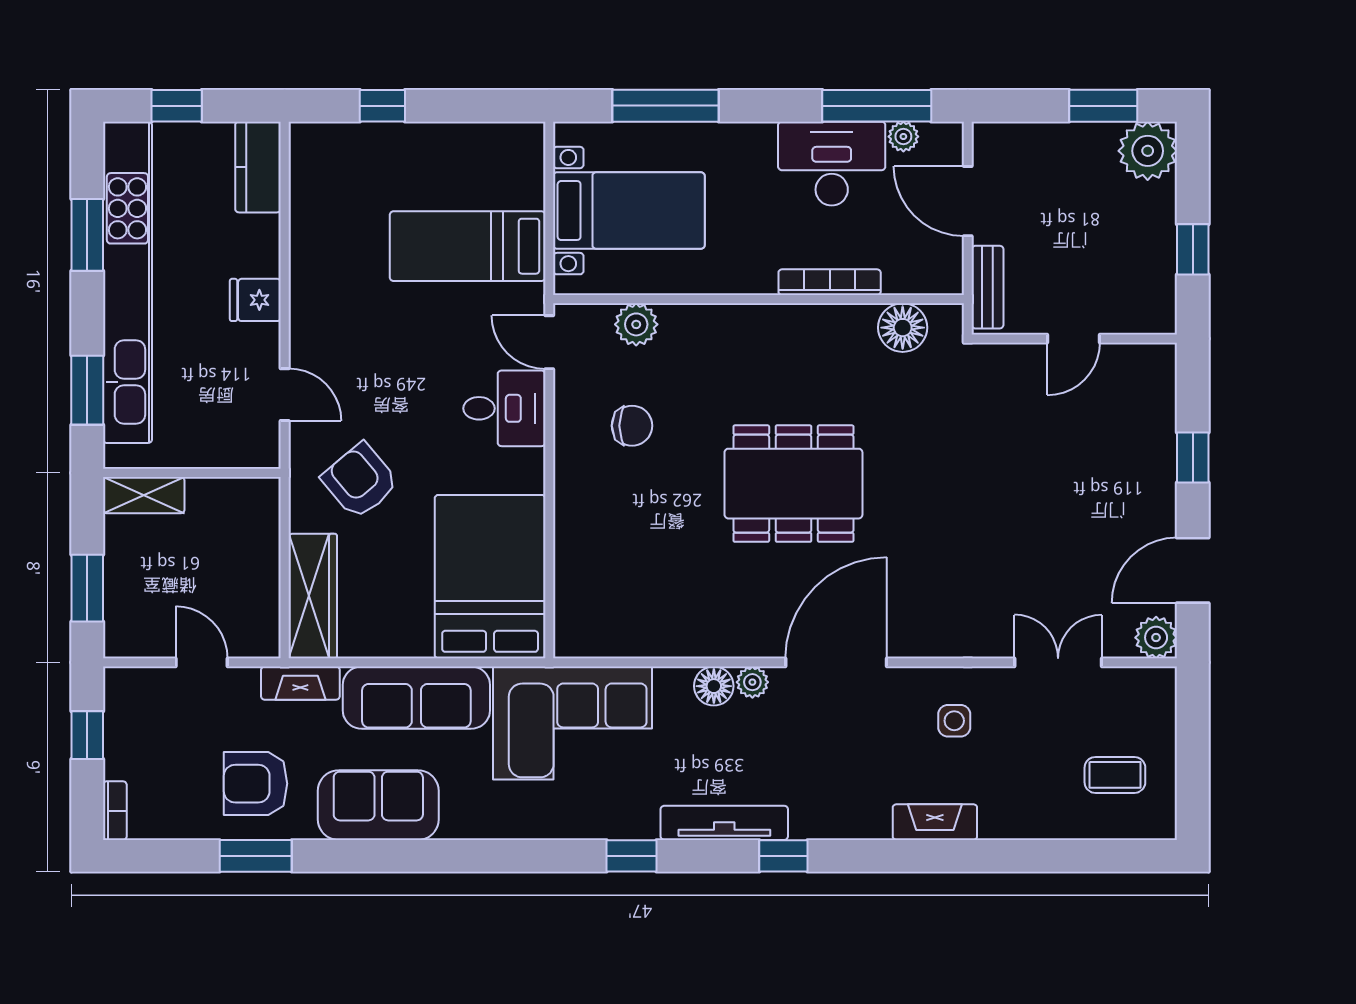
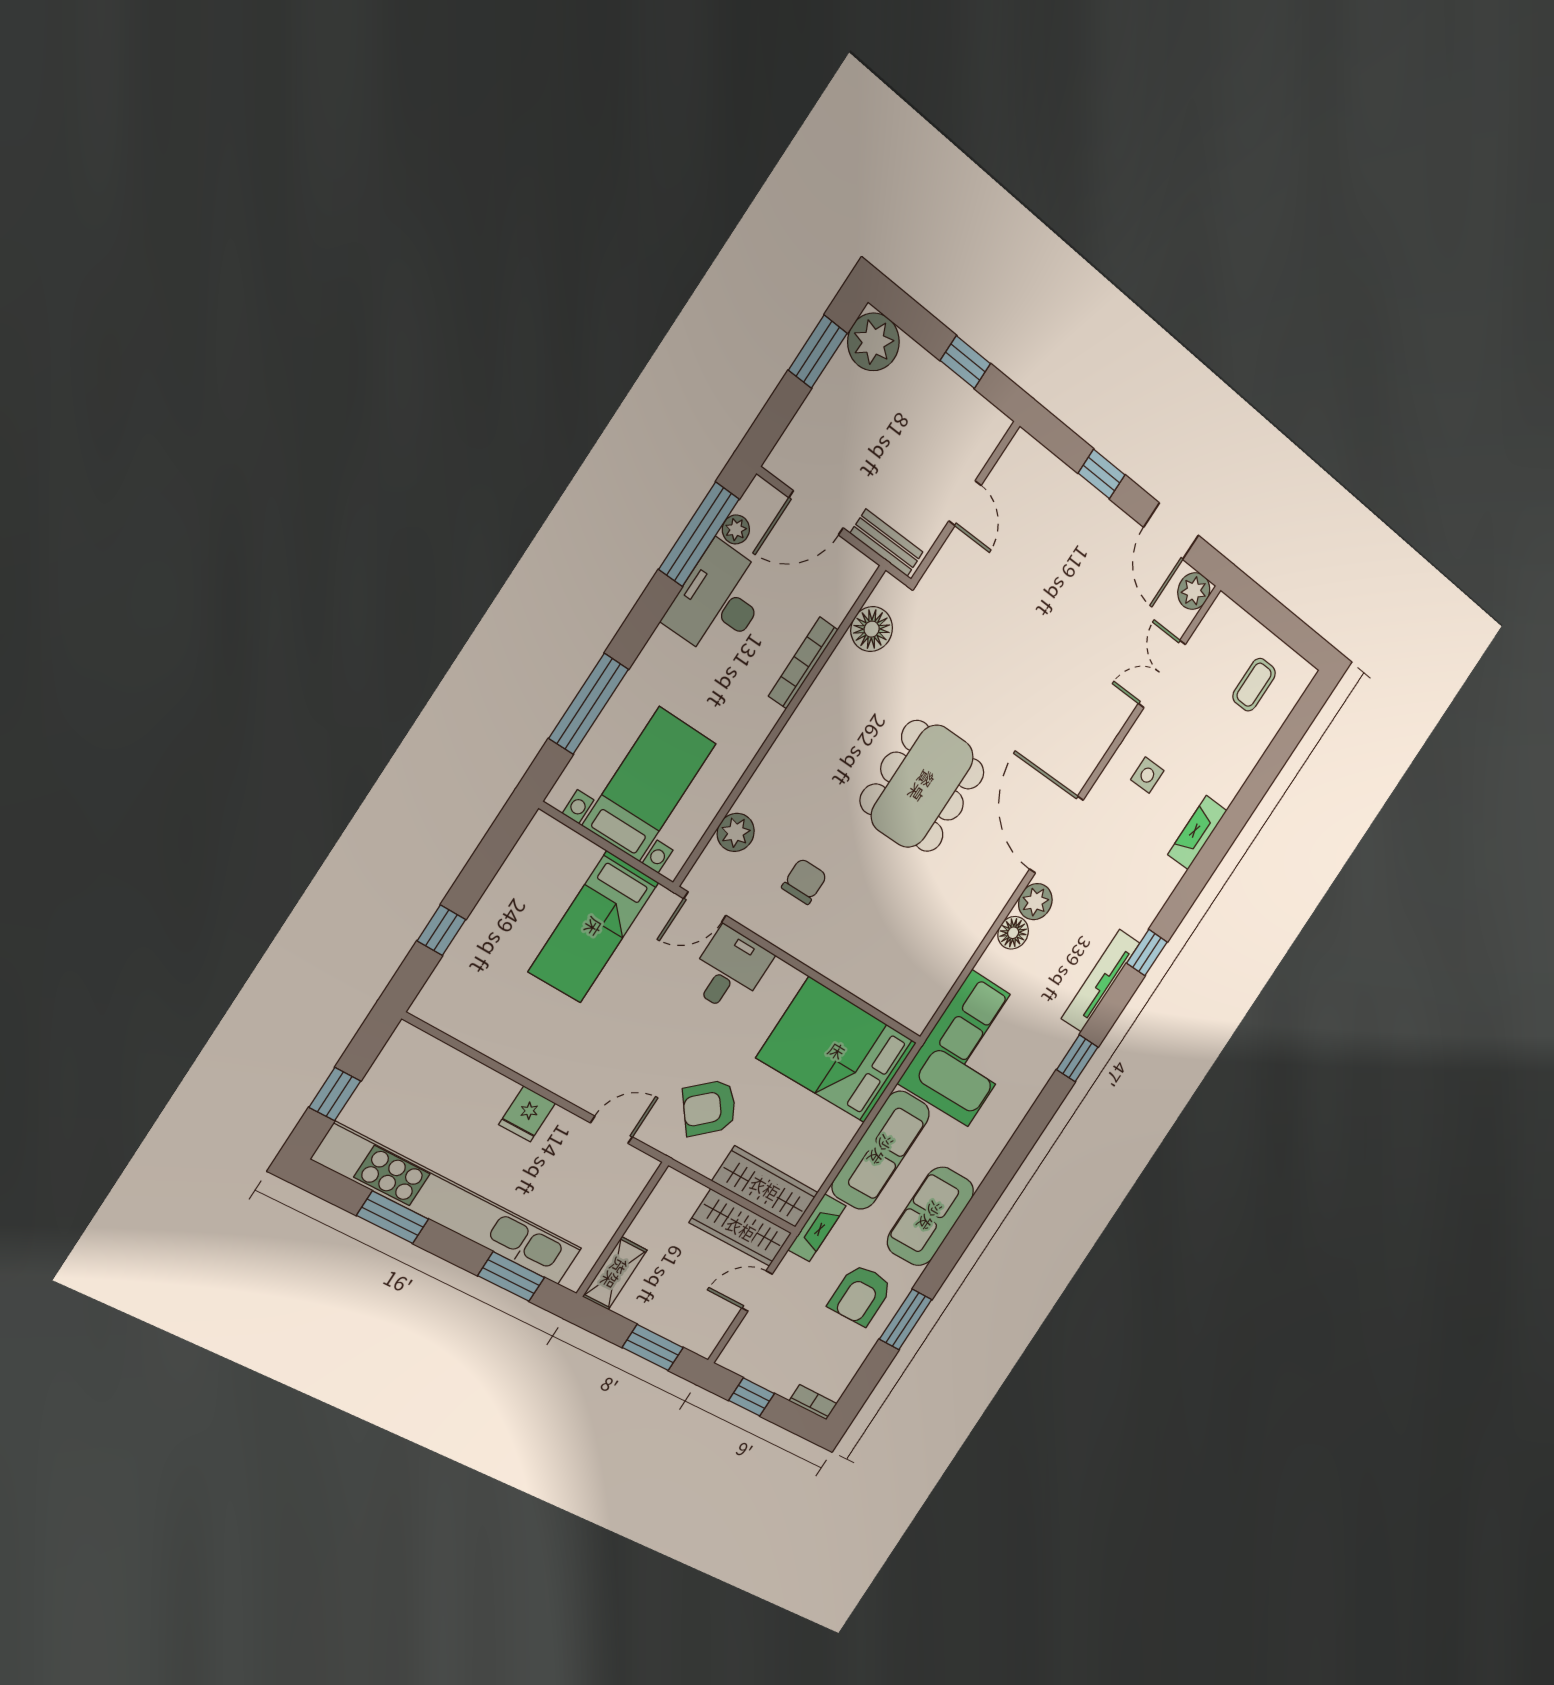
kitchen counter: (258, 167) -> (426, 1056), removed
wardrobe: (258, 598) -> (741, 1228), added
plant: (752, 682) -> (1035, 902), width x1.38, depth x1.38

